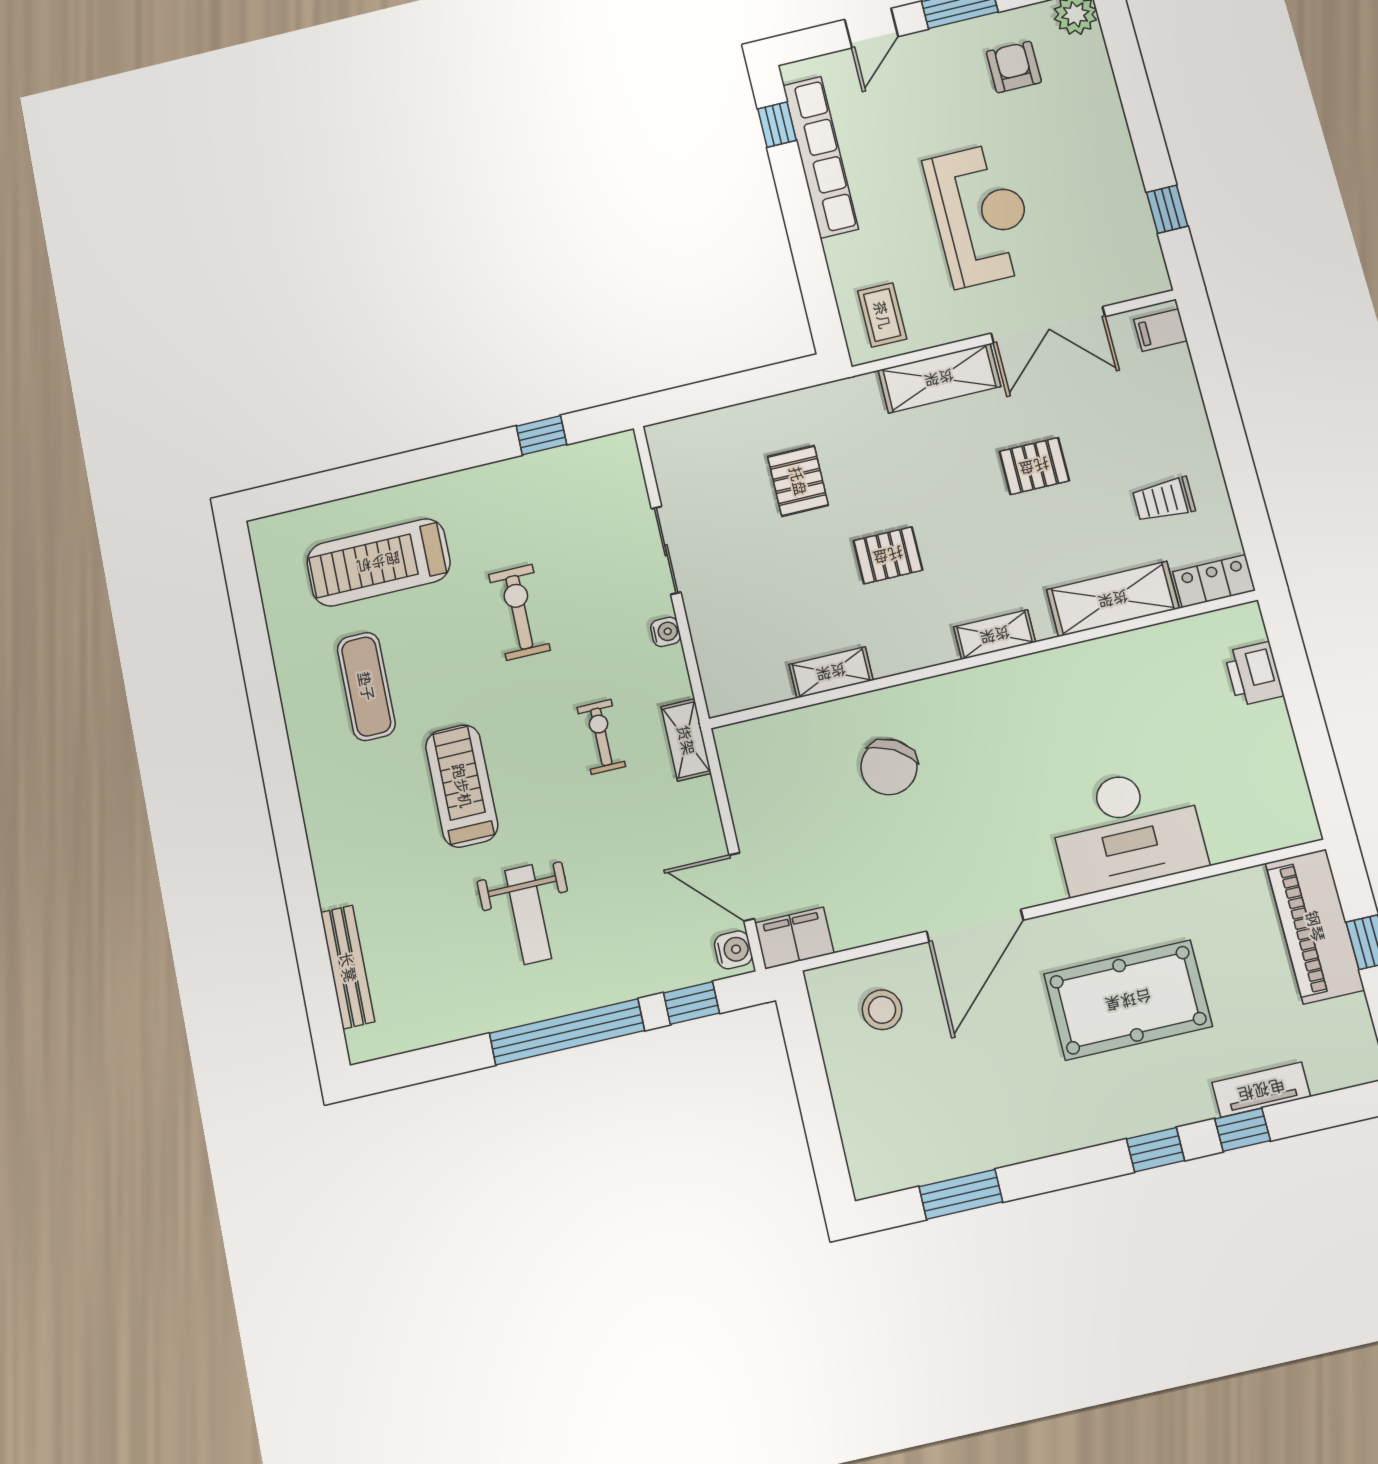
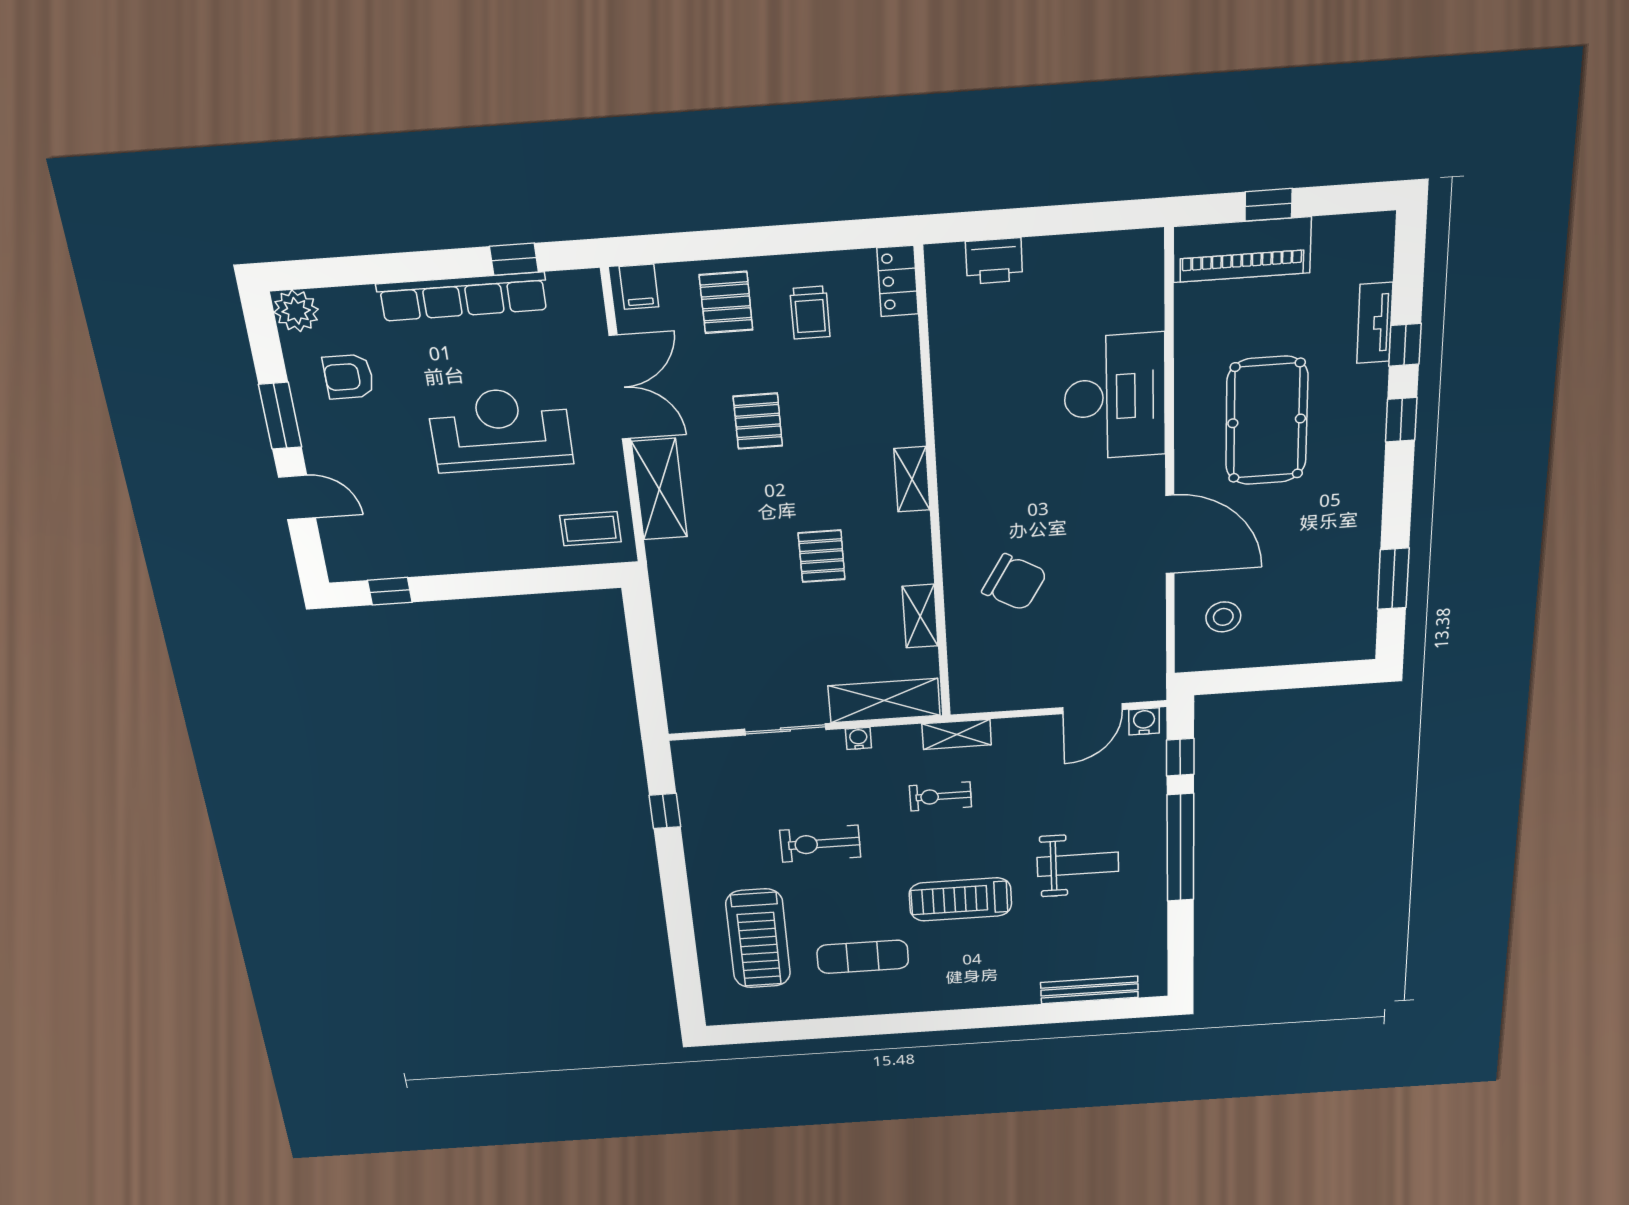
row of seats: (821, 157) -> (463, 297), moved, turned 180
pallet: (798, 481) -> (726, 302), moved, turned 90
shelving: (1113, 599) -> (884, 701), moved, turned 90
filing cabinet: (794, 938) -> (1146, 675), removed

